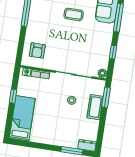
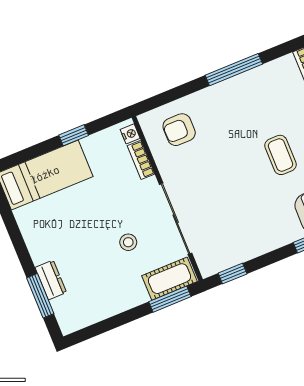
window: (113, 52) -> (233, 273), moved
plant: (102, 73) -> (208, 267), removed
cot: (95, 107) -> (170, 279), moved
dresser: (87, 145) -> (51, 280), moved

